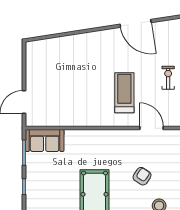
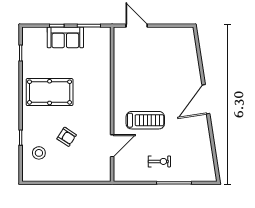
door: (136, 23) -> (206, 99), moved
sofa: (45, 140) -> (65, 37), moved, turned -90

